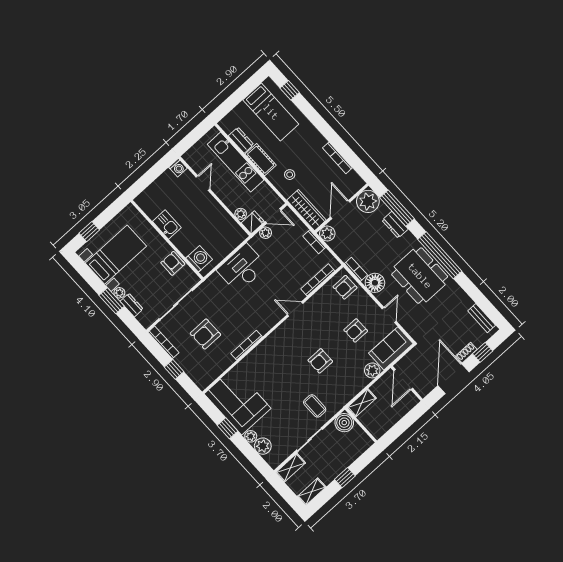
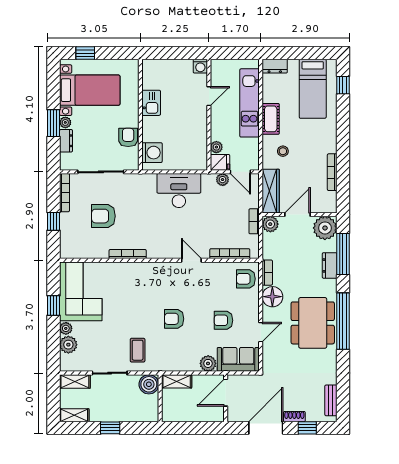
dresser: (241, 140) -> (275, 66), moved, turned 90

